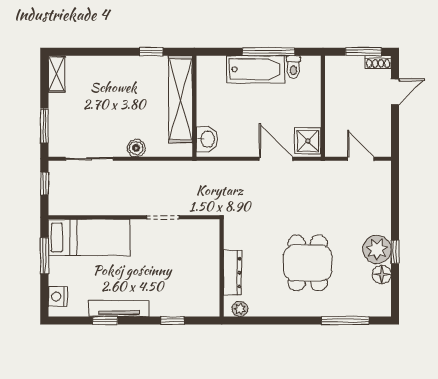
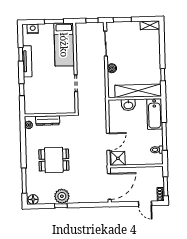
bathtub: (256, 69) -> (155, 114), moved
washbasin: (207, 139) -> (128, 105), moved
door: (361, 159) -> (109, 186), width x1.87
floor lamp: (382, 274) -> (33, 199), moved

